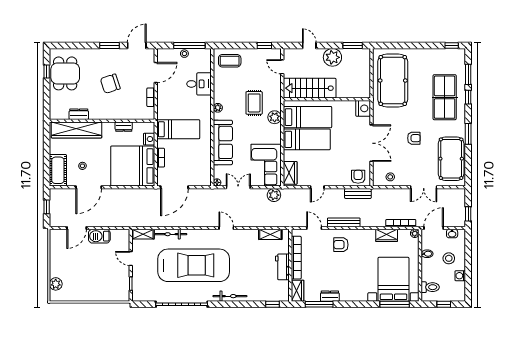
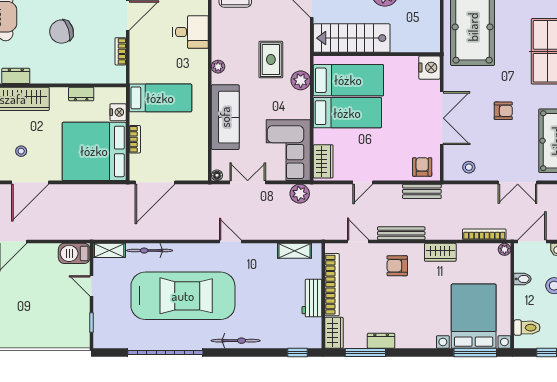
wardrobe: (387, 235) -> (440, 252), moved
barbecue: (99, 236) -> (74, 253), moved

